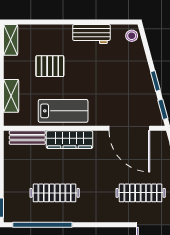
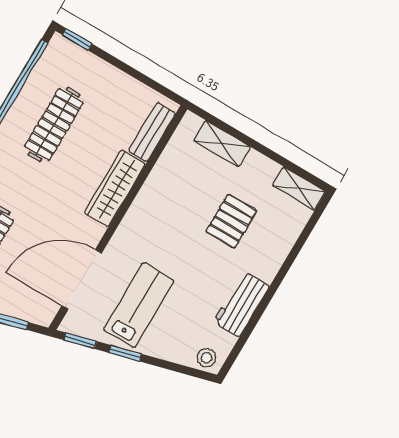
lab bench: (63, 111) -> (139, 305), moved, turned 180

